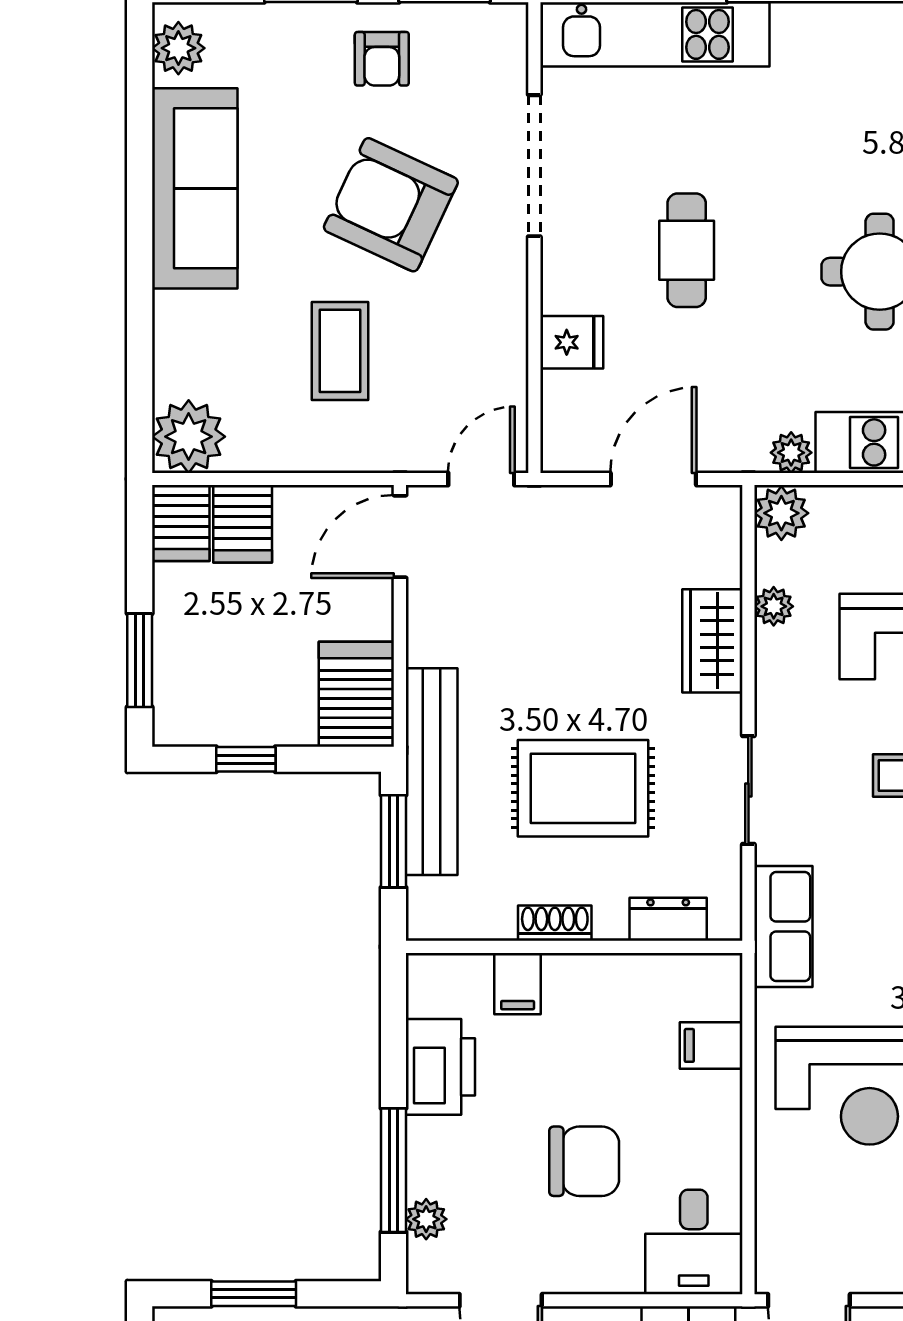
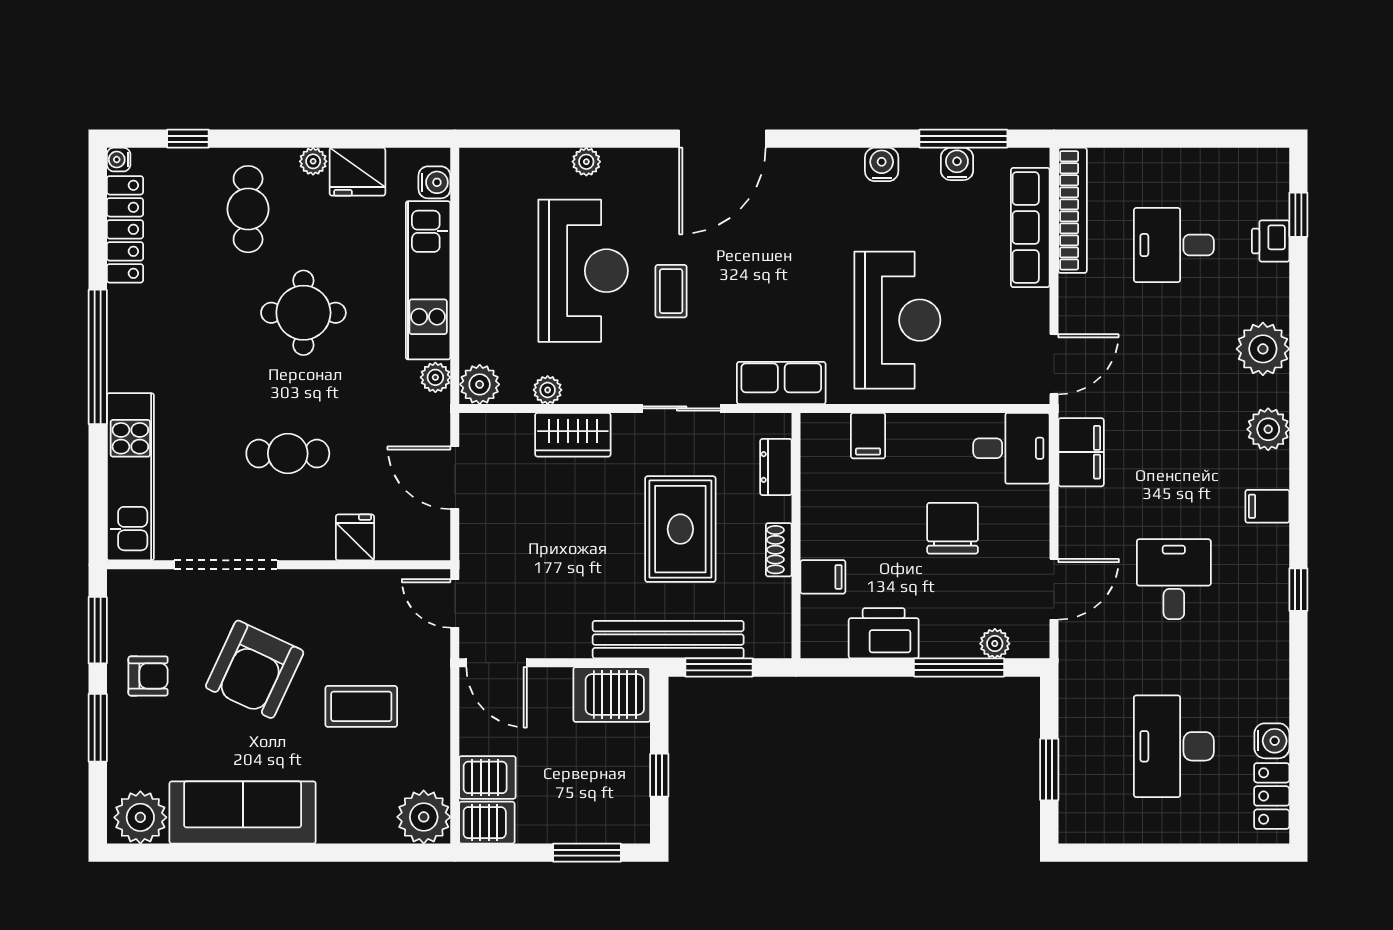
plant: (178, 48) -> (140, 817), width x1.36, depth x1.36

